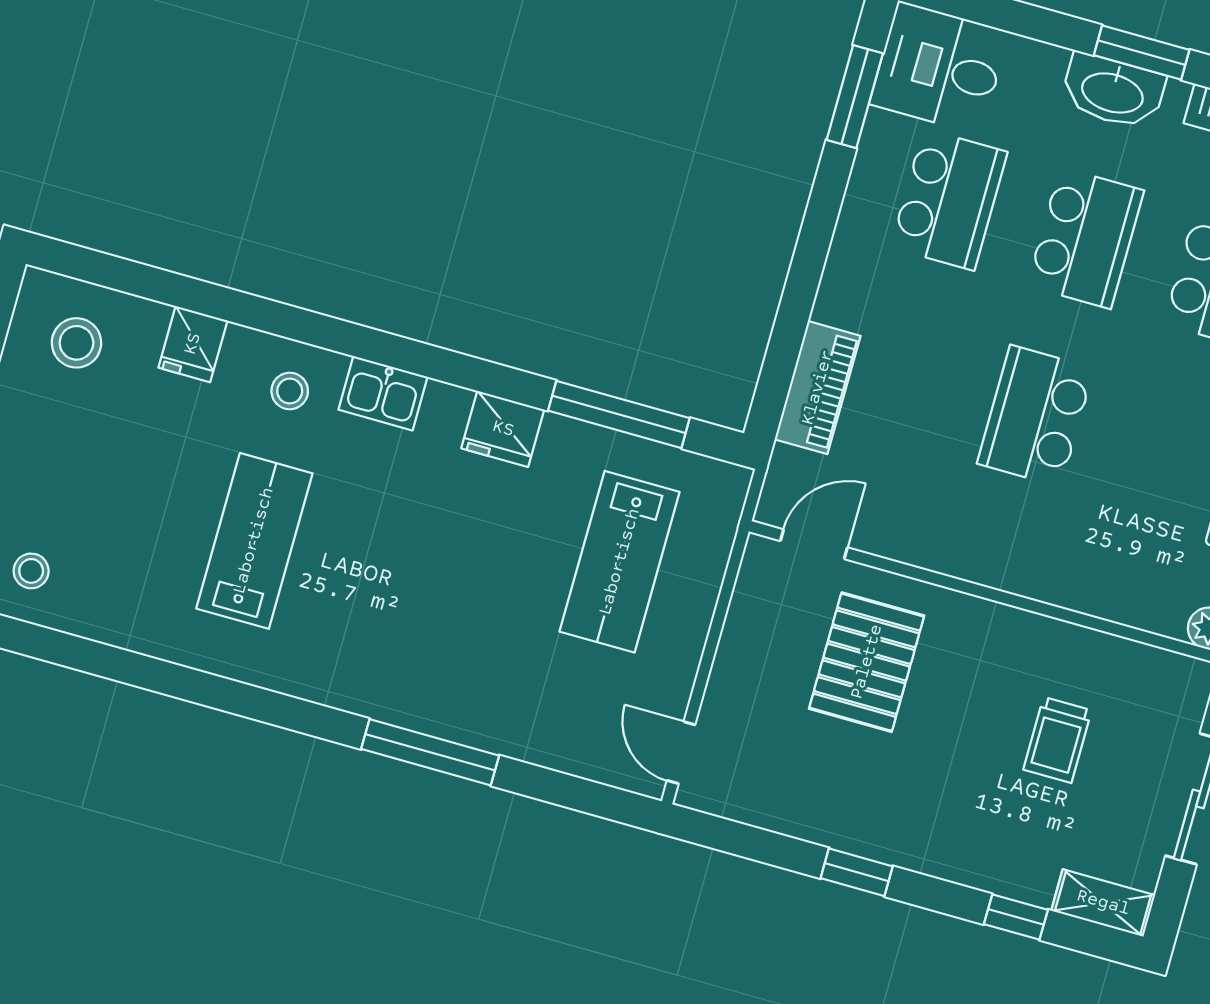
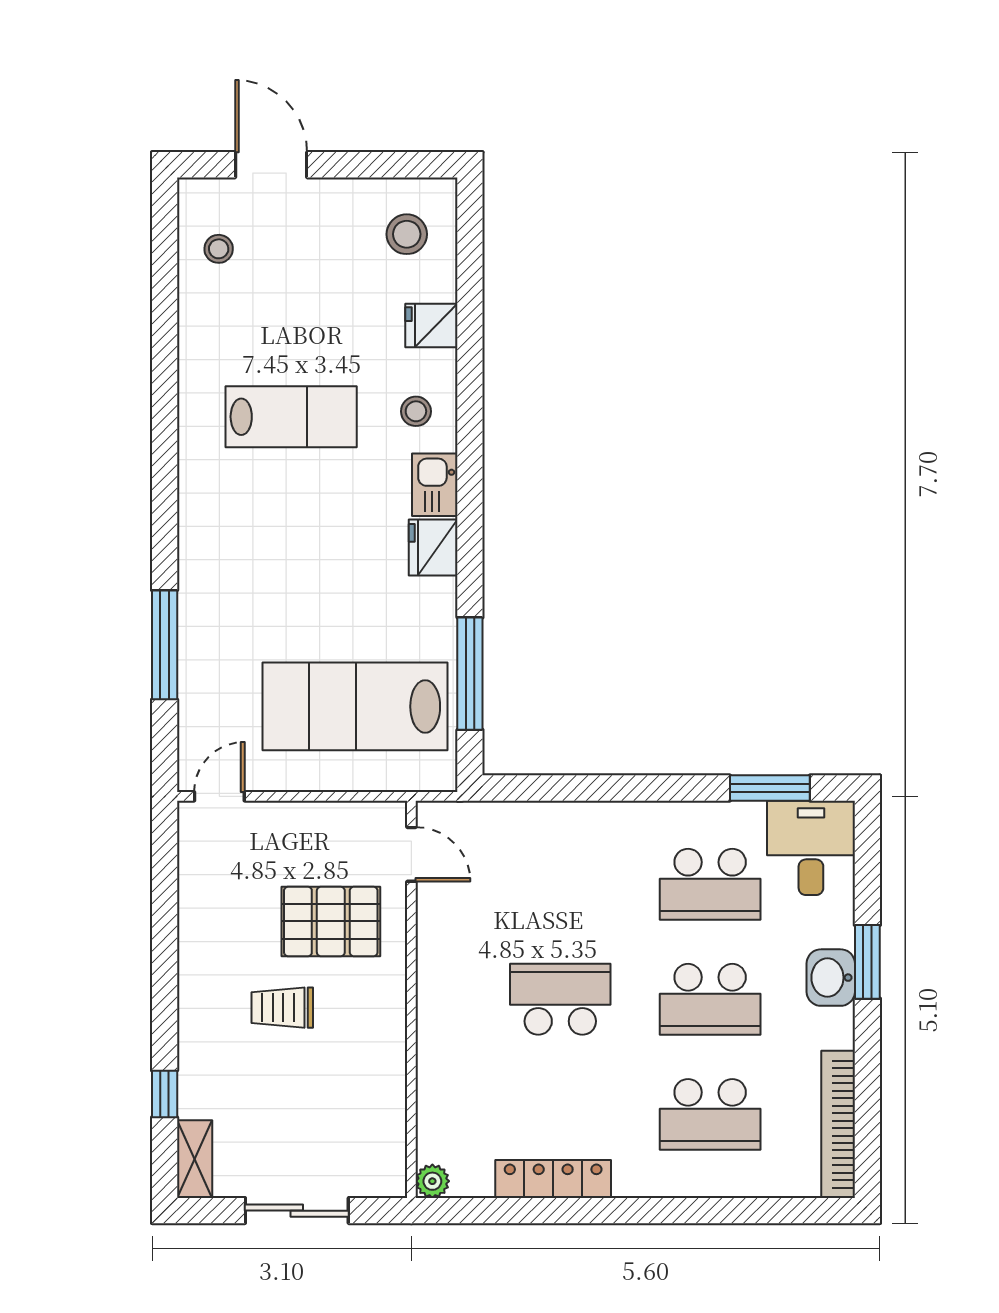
window: (1142, 53) -> (867, 962), moved
washbasin: (1113, 91) -> (831, 978), width x0.72
piano: (818, 388) -> (534, 823), removed
fridge: (503, 429) -> (433, 548), moved
lab bench: (620, 562) -> (355, 706), width x1.36, depth x1.39
trolley: (1057, 740) -> (282, 1008), moved
window: (430, 752) -> (165, 645), moved
window: (857, 872) -> (165, 960), removed

